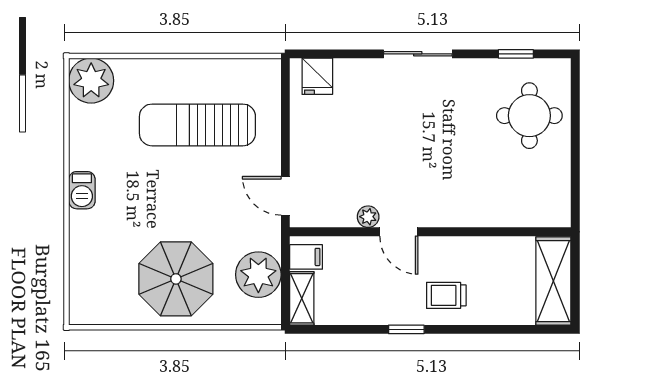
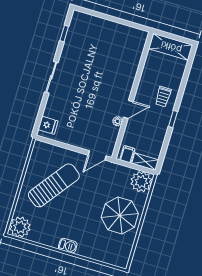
round table: (529, 116) -> (94, 36), removed
sun lounger: (197, 125) -> (54, 185), turned -143
plant: (258, 275) -> (141, 182), moved

